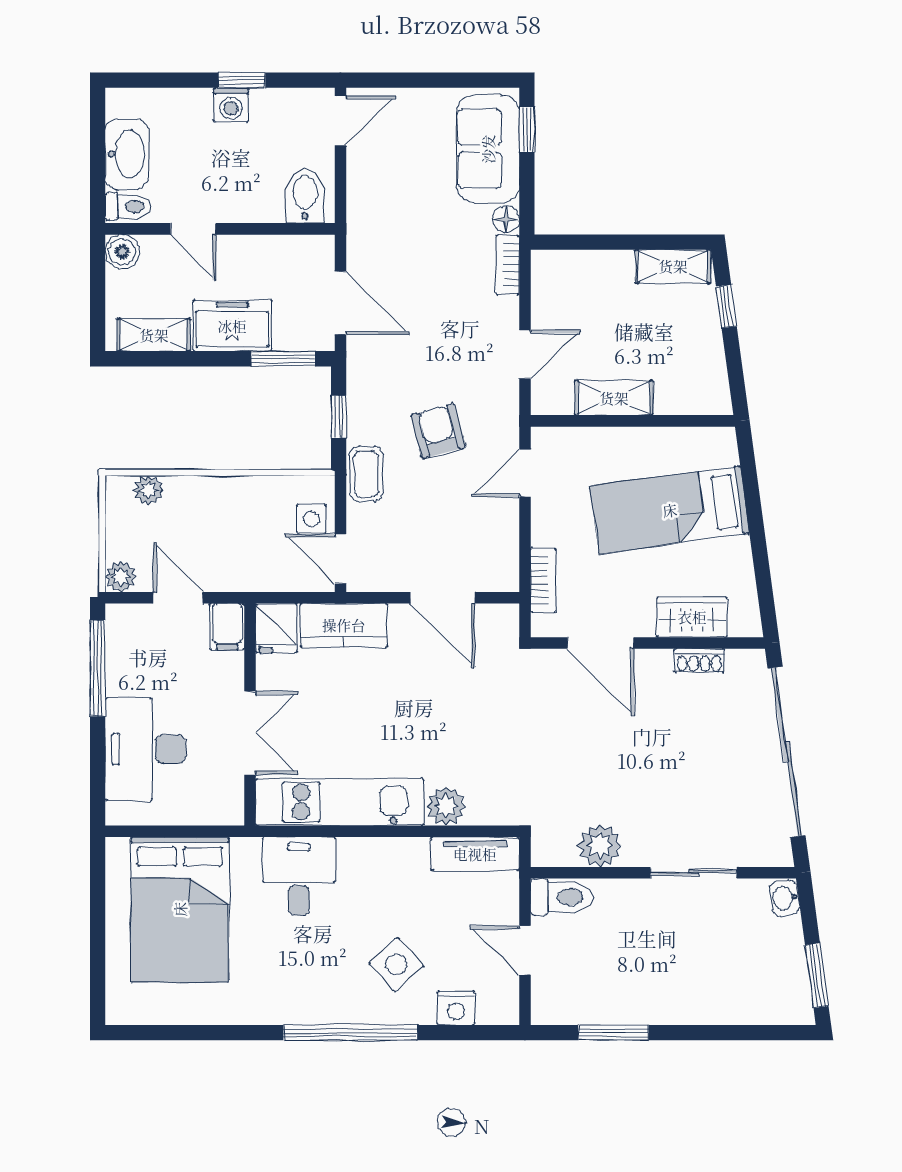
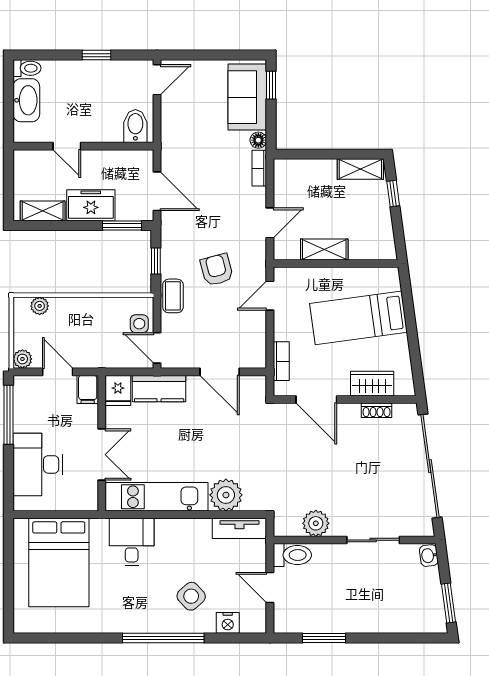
washing machine: (231, 105) -> (90, 70), removed
toilet: (128, 206) -> (27, 68), moved
boiler: (122, 252) -> (24, 160), removed
plant: (446, 806) -> (226, 495), width x1.36, depth x1.36

